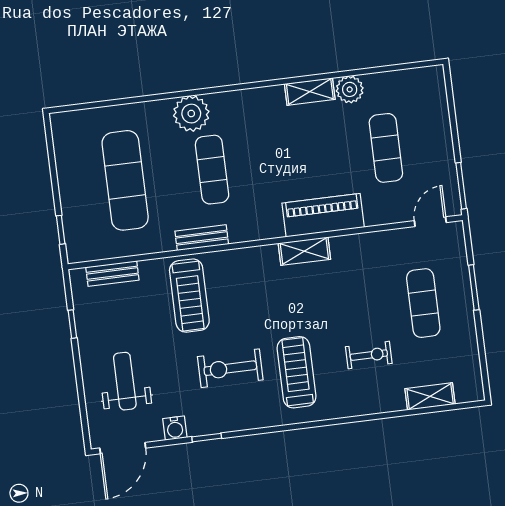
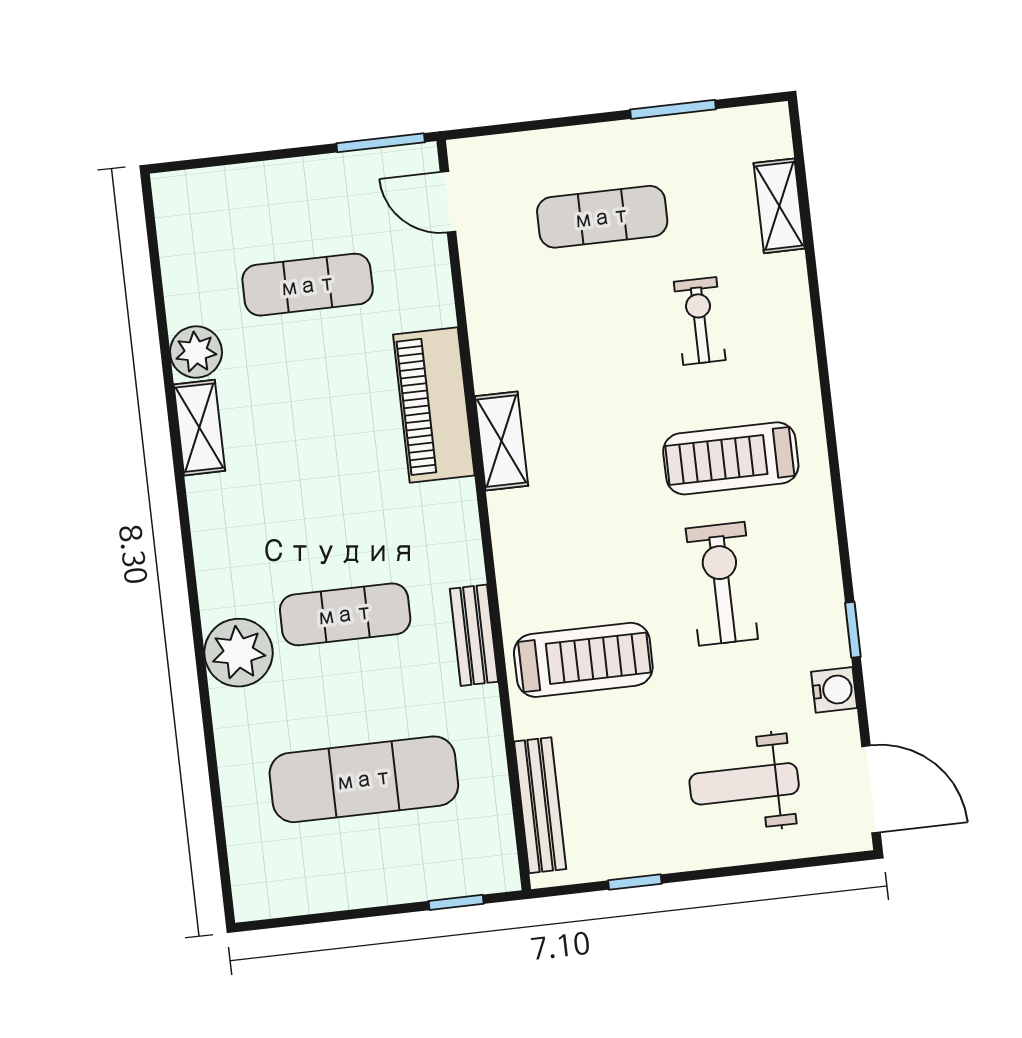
bench: (112, 274) -> (540, 805), width x1.36
window: (474, 287) -> (673, 109), moved
exercise bike: (230, 368) -> (722, 584), turned 180

